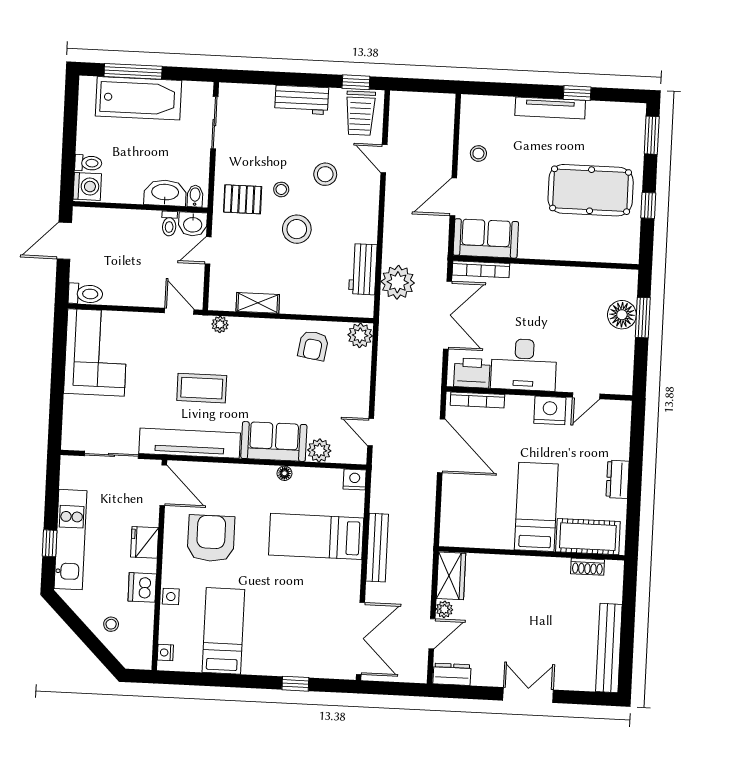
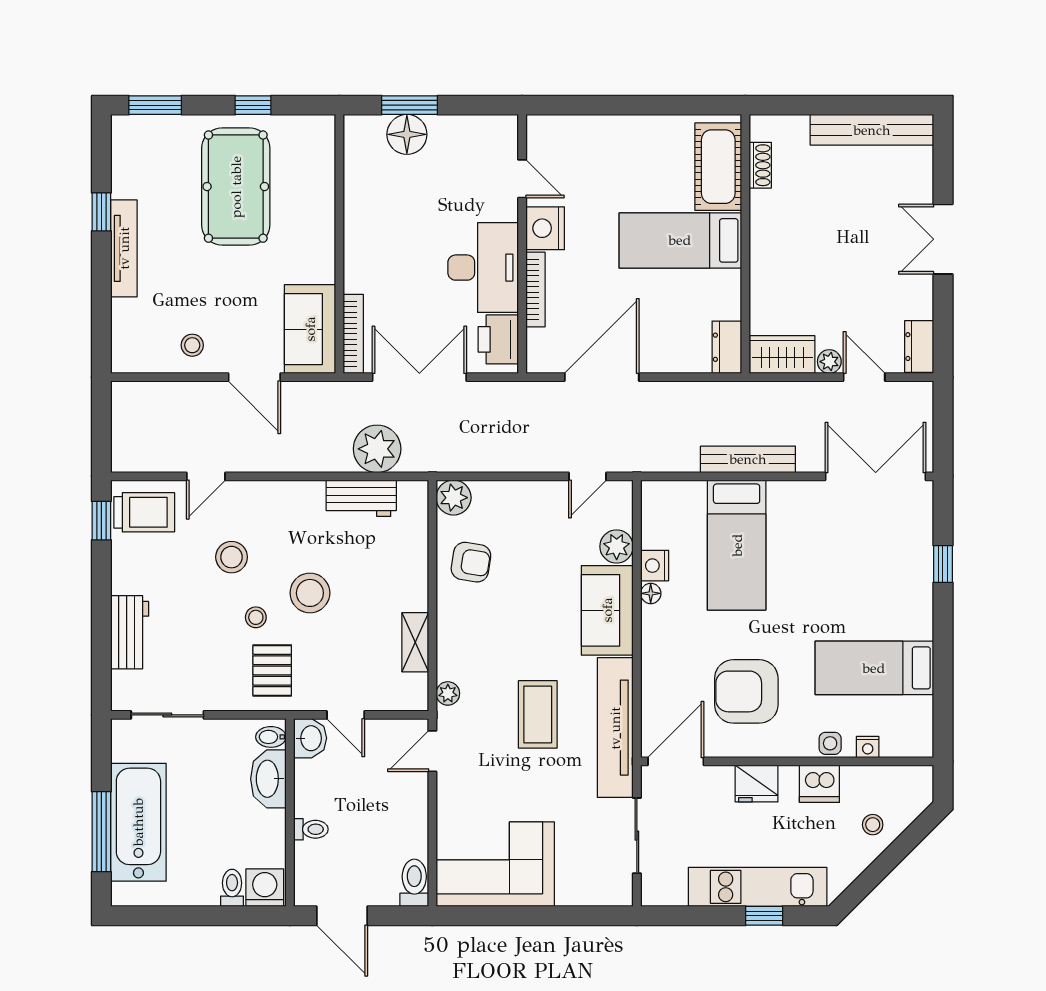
workbench: (302, 100) -> (130, 632), moved
toilet: (169, 224) -> (311, 829), moved
bookcase: (477, 400) -> (535, 290), moved
dresser: (618, 479) -> (727, 347), moved, turned 90
nightstand: (355, 480) -> (655, 566), moved
nightstand: (165, 652) -> (868, 747), moved

